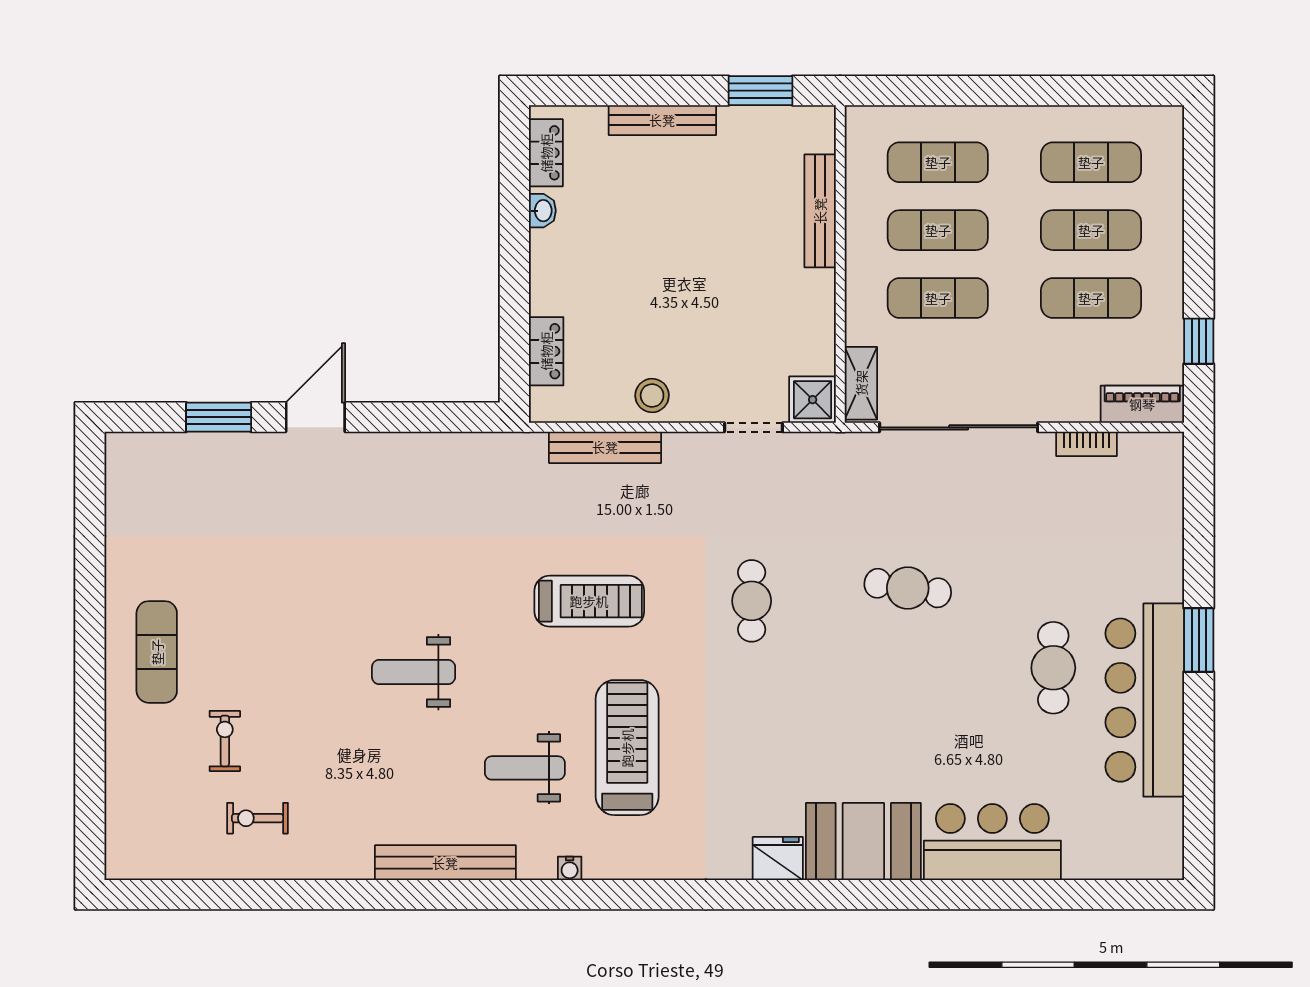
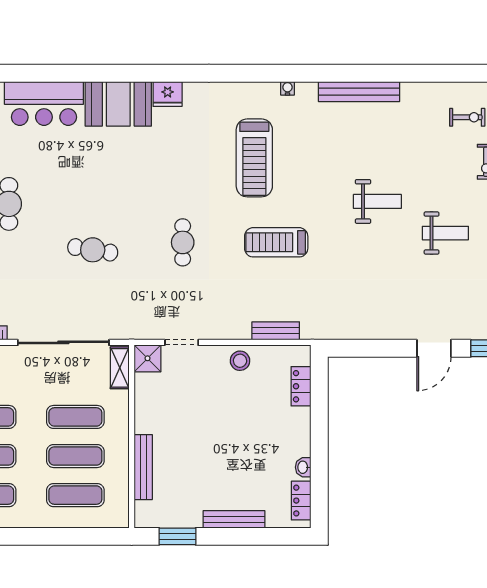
bench: (605, 447) -> (276, 331), width x0.73
weight bench: (525, 768) -> (445, 233), moved

